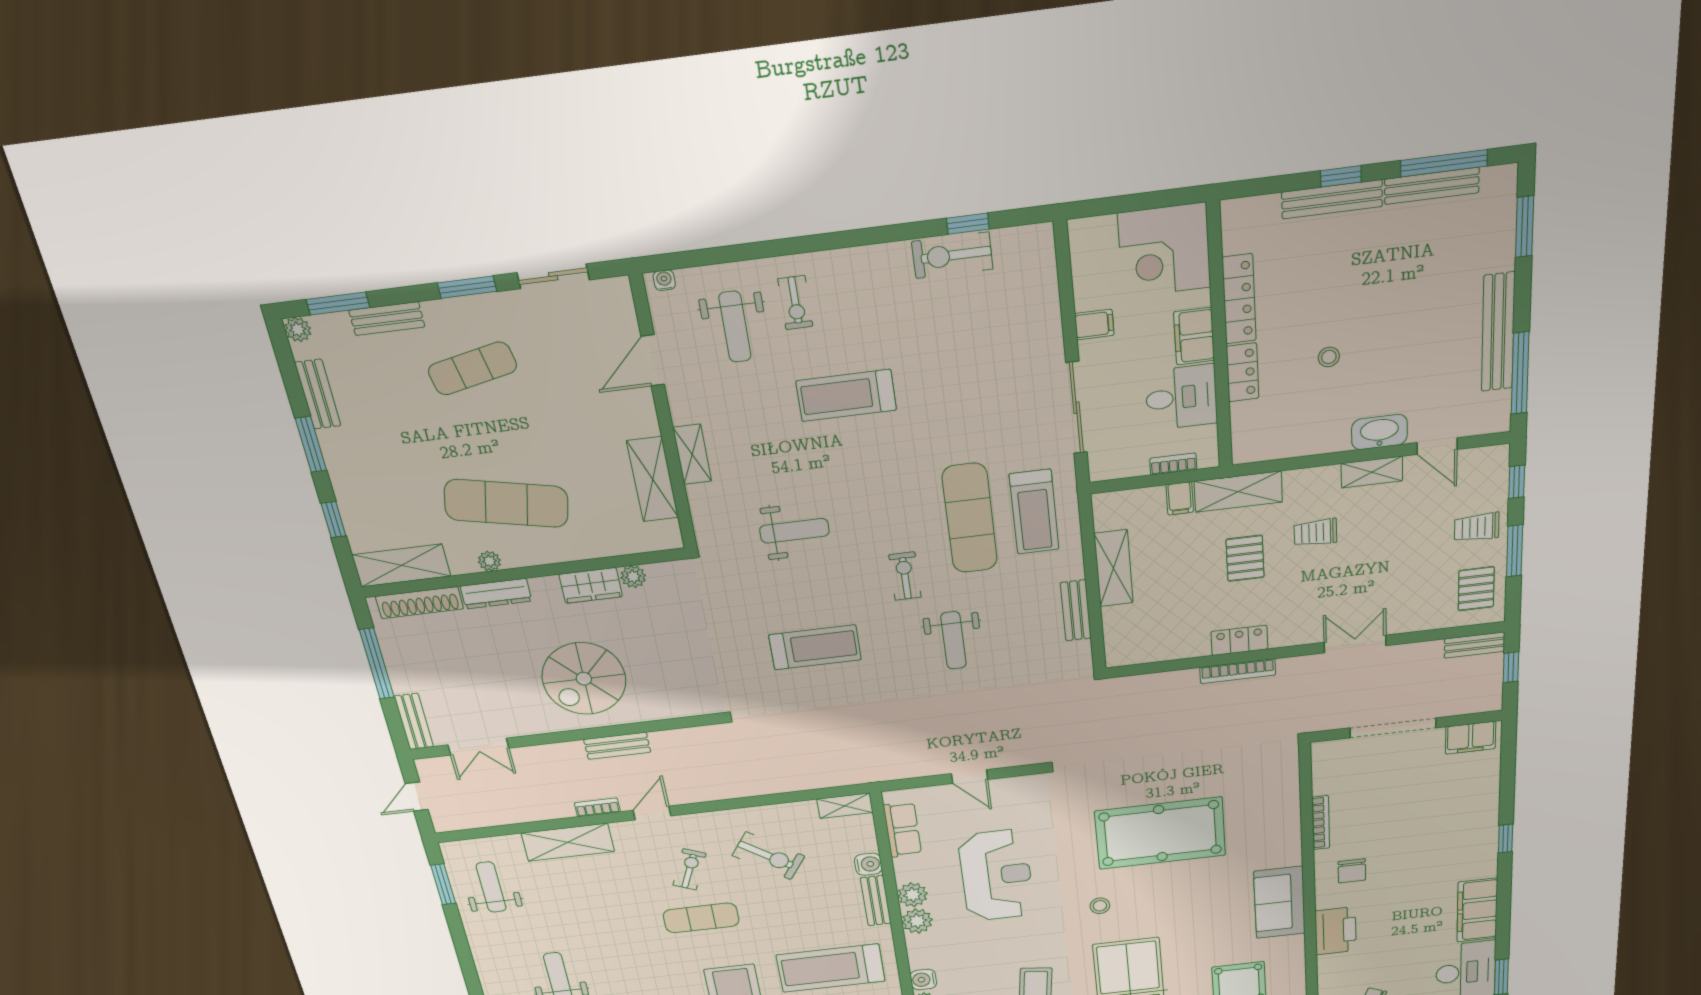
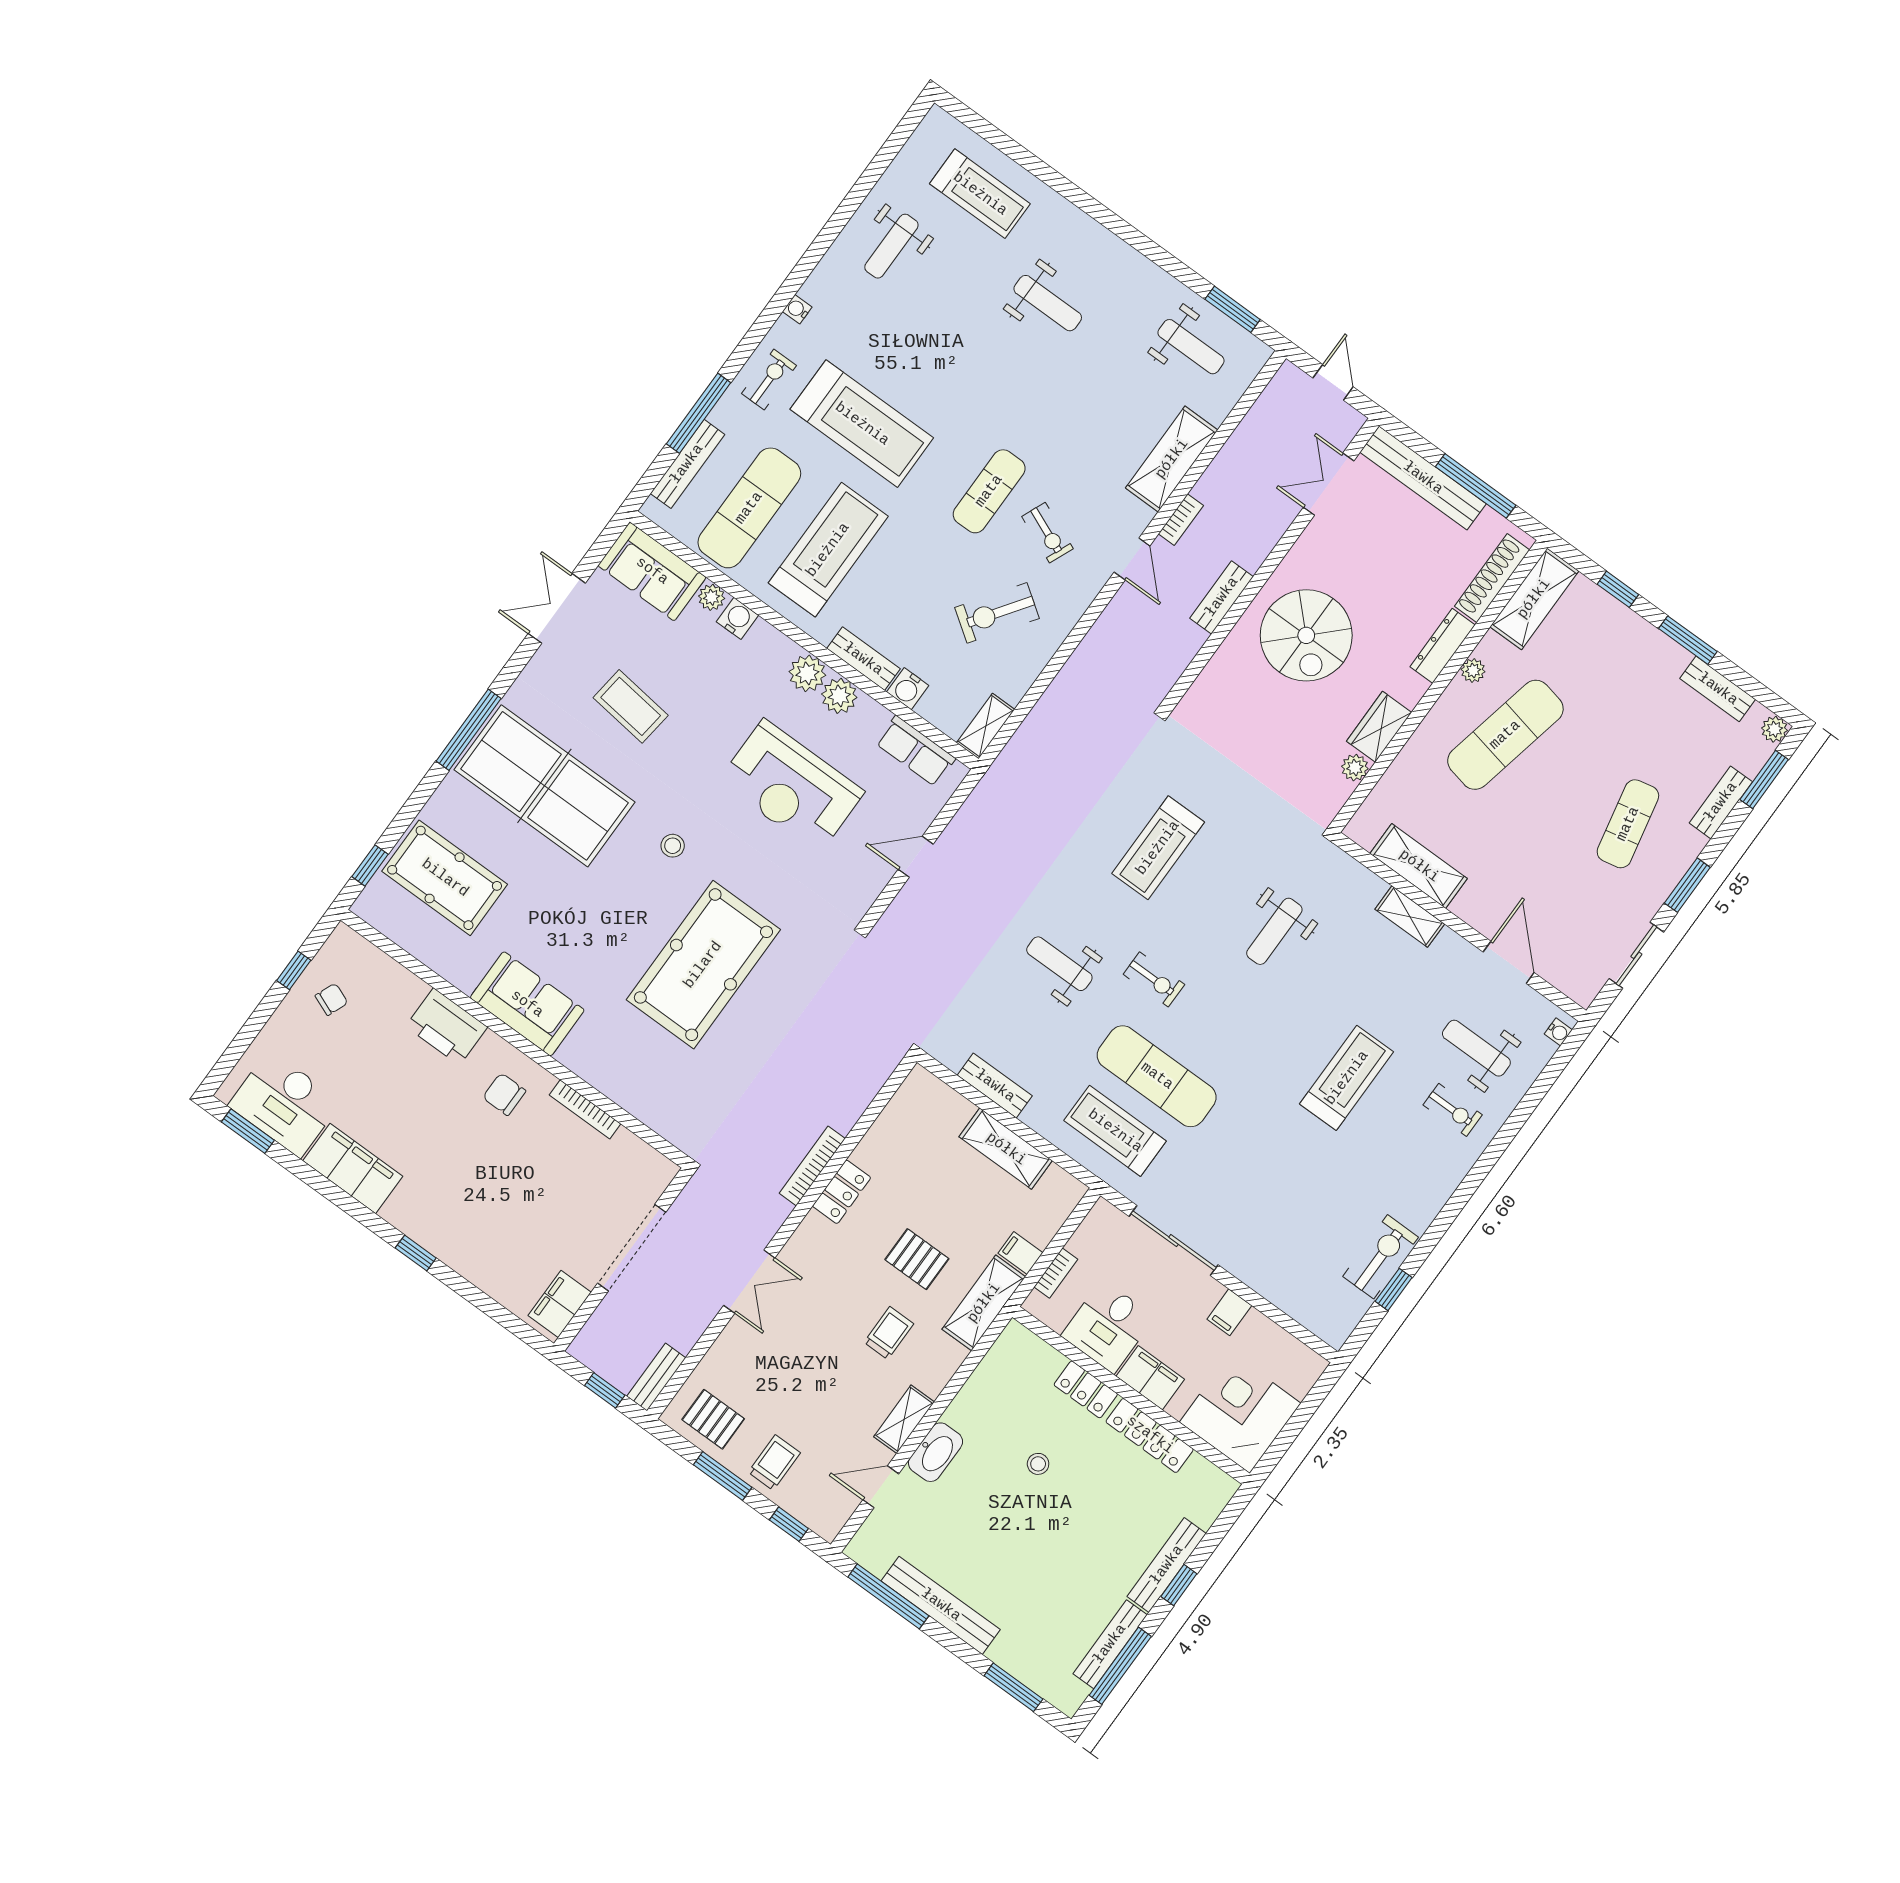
exercise bike: (795, 303) -> (1453, 1110), turned 180
spiral stairs: (584, 679) -> (1306, 635), turned 180
bench: (414, 721) -> (1423, 478), width x1.86, depth x1.21

